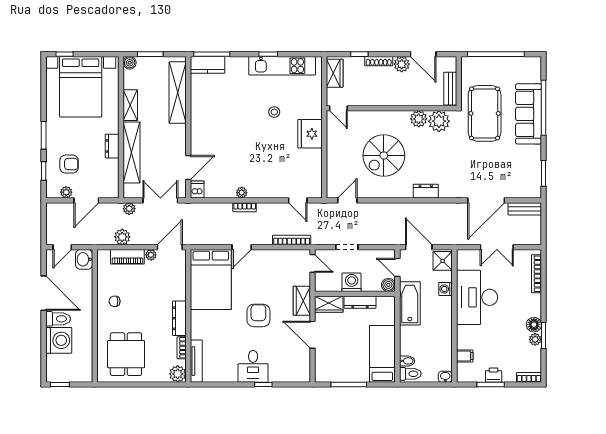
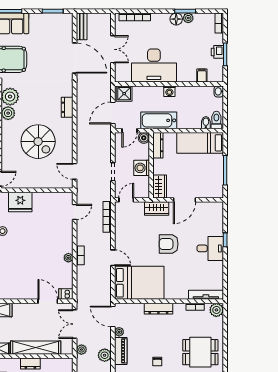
washing machine: (446, 289) -> (169, 91), moved
dresser: (360, 302) -> (158, 145), moved
dresser: (179, 318) -> (158, 309), moved

